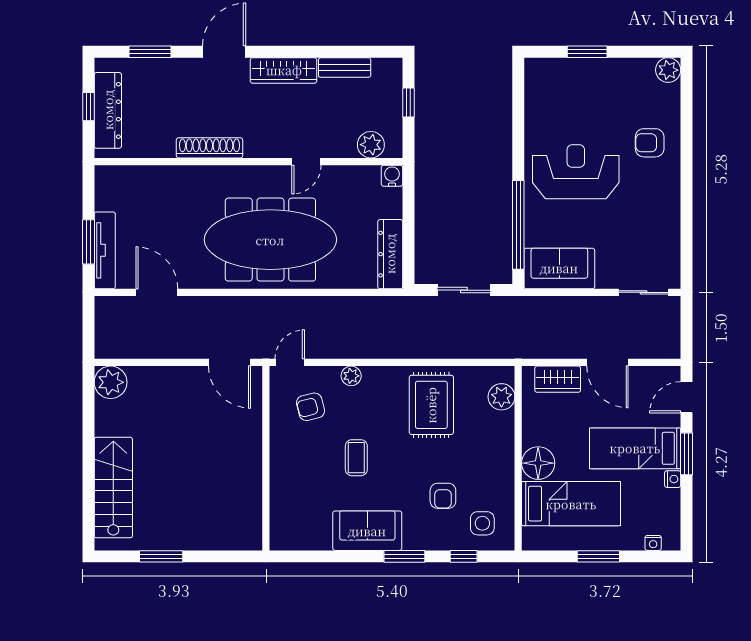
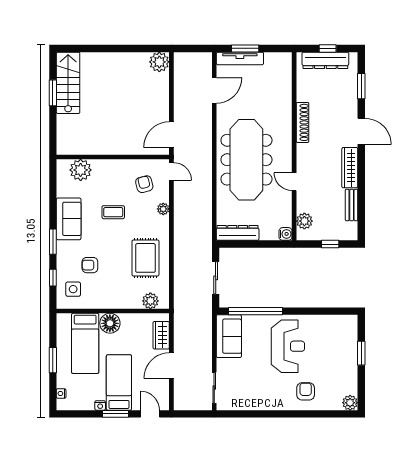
rug: (431, 405) -> (145, 258), turned 90
stairs: (113, 488) -> (68, 83), moved, turned -90
plant: (287, 511) -> (81, 170), added

